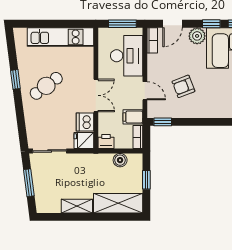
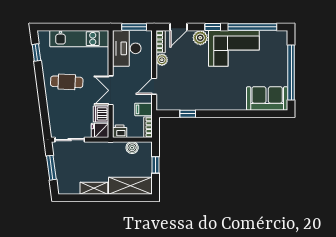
desk: (127, 56) -> (127, 48), moved, turned 180
plant: (154, 61) -> (162, 60), added
window: (15, 79) -> (36, 53), moved
cafe table: (46, 86) -> (67, 82), turned 40
armchair: (183, 86) -> (188, 82), removed
door: (145, 91) -> (154, 86), swing flipped
double door: (96, 95) -> (111, 90), swing flipped
window: (163, 122) -> (188, 114), moved

